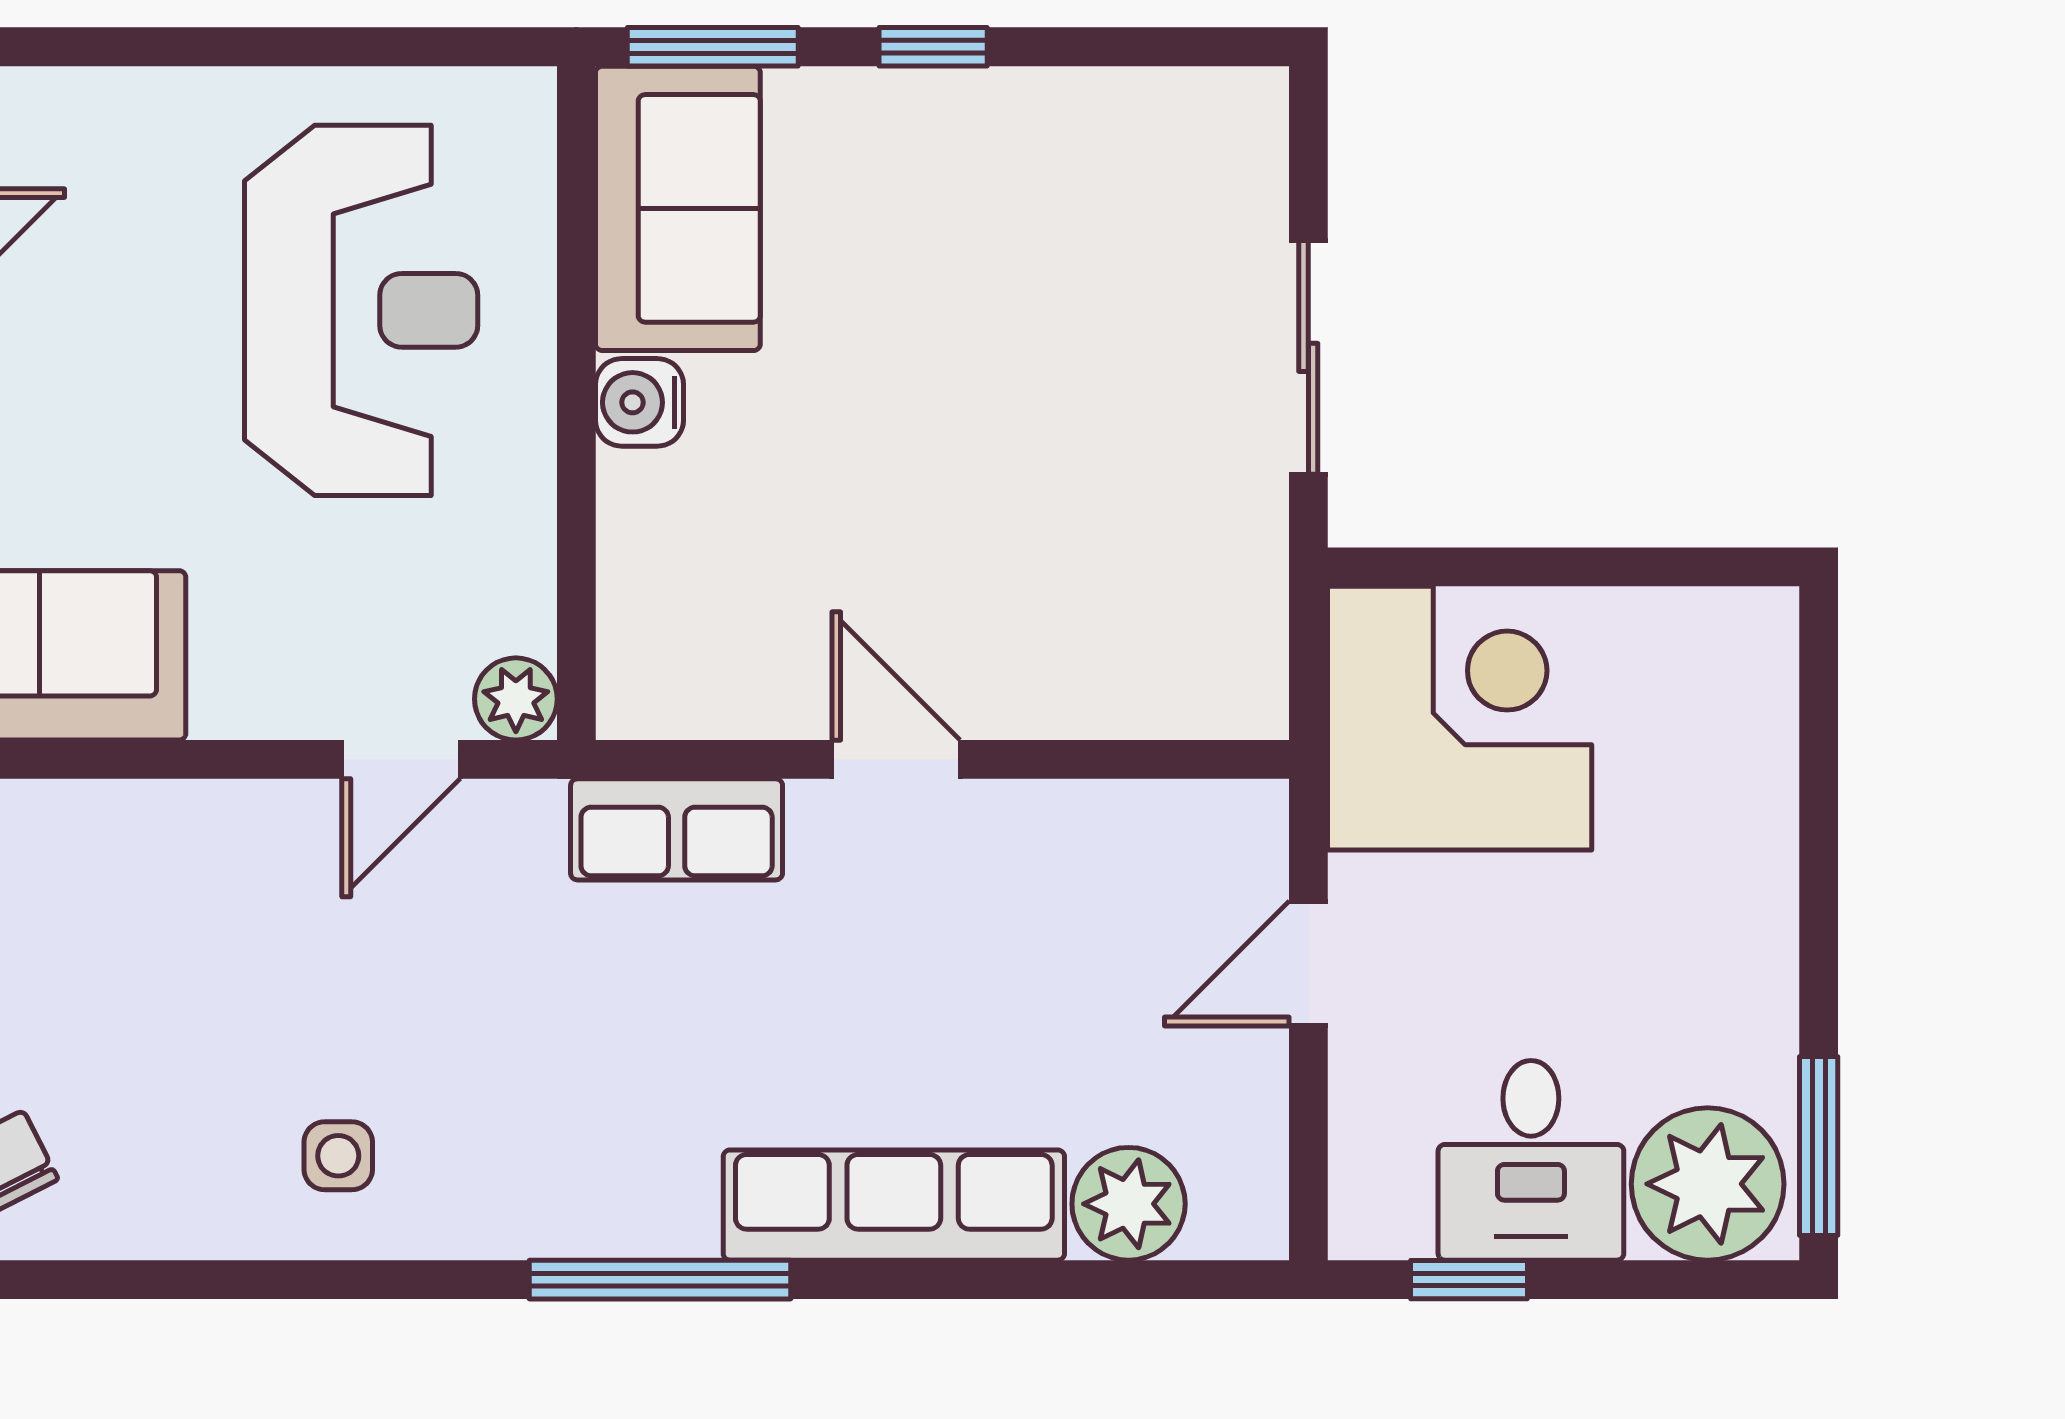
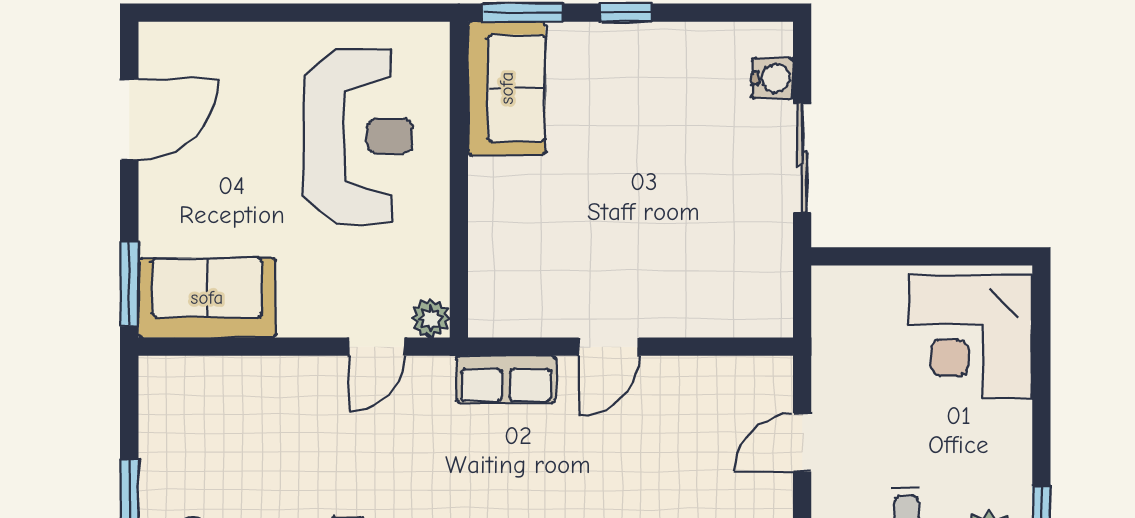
water cooler: (640, 402) -> (772, 78), moved, turned 180
corner desk: (1460, 718) -> (970, 337), moved, turned 180
door: (896, 759) -> (609, 347), swing flipped

